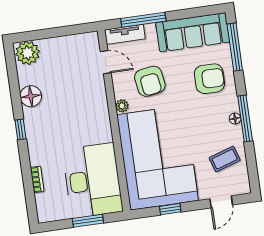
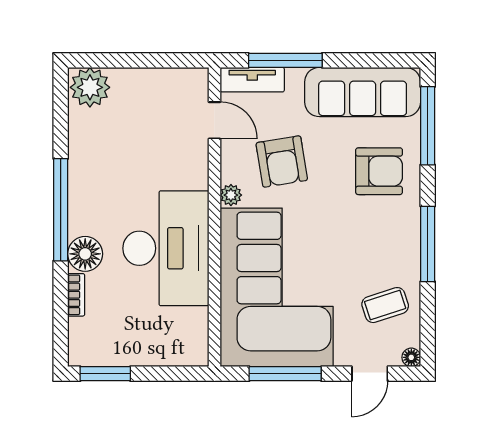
floor lamp: (31, 96) -> (85, 254), moved
floor lamp: (235, 119) -> (411, 357), moved
window: (20, 129) -> (61, 210), width x3.17
desk: (93, 180) -> (166, 248), moved
window: (170, 209) -> (285, 374), width x2.17
window: (88, 221) -> (105, 374), moved

